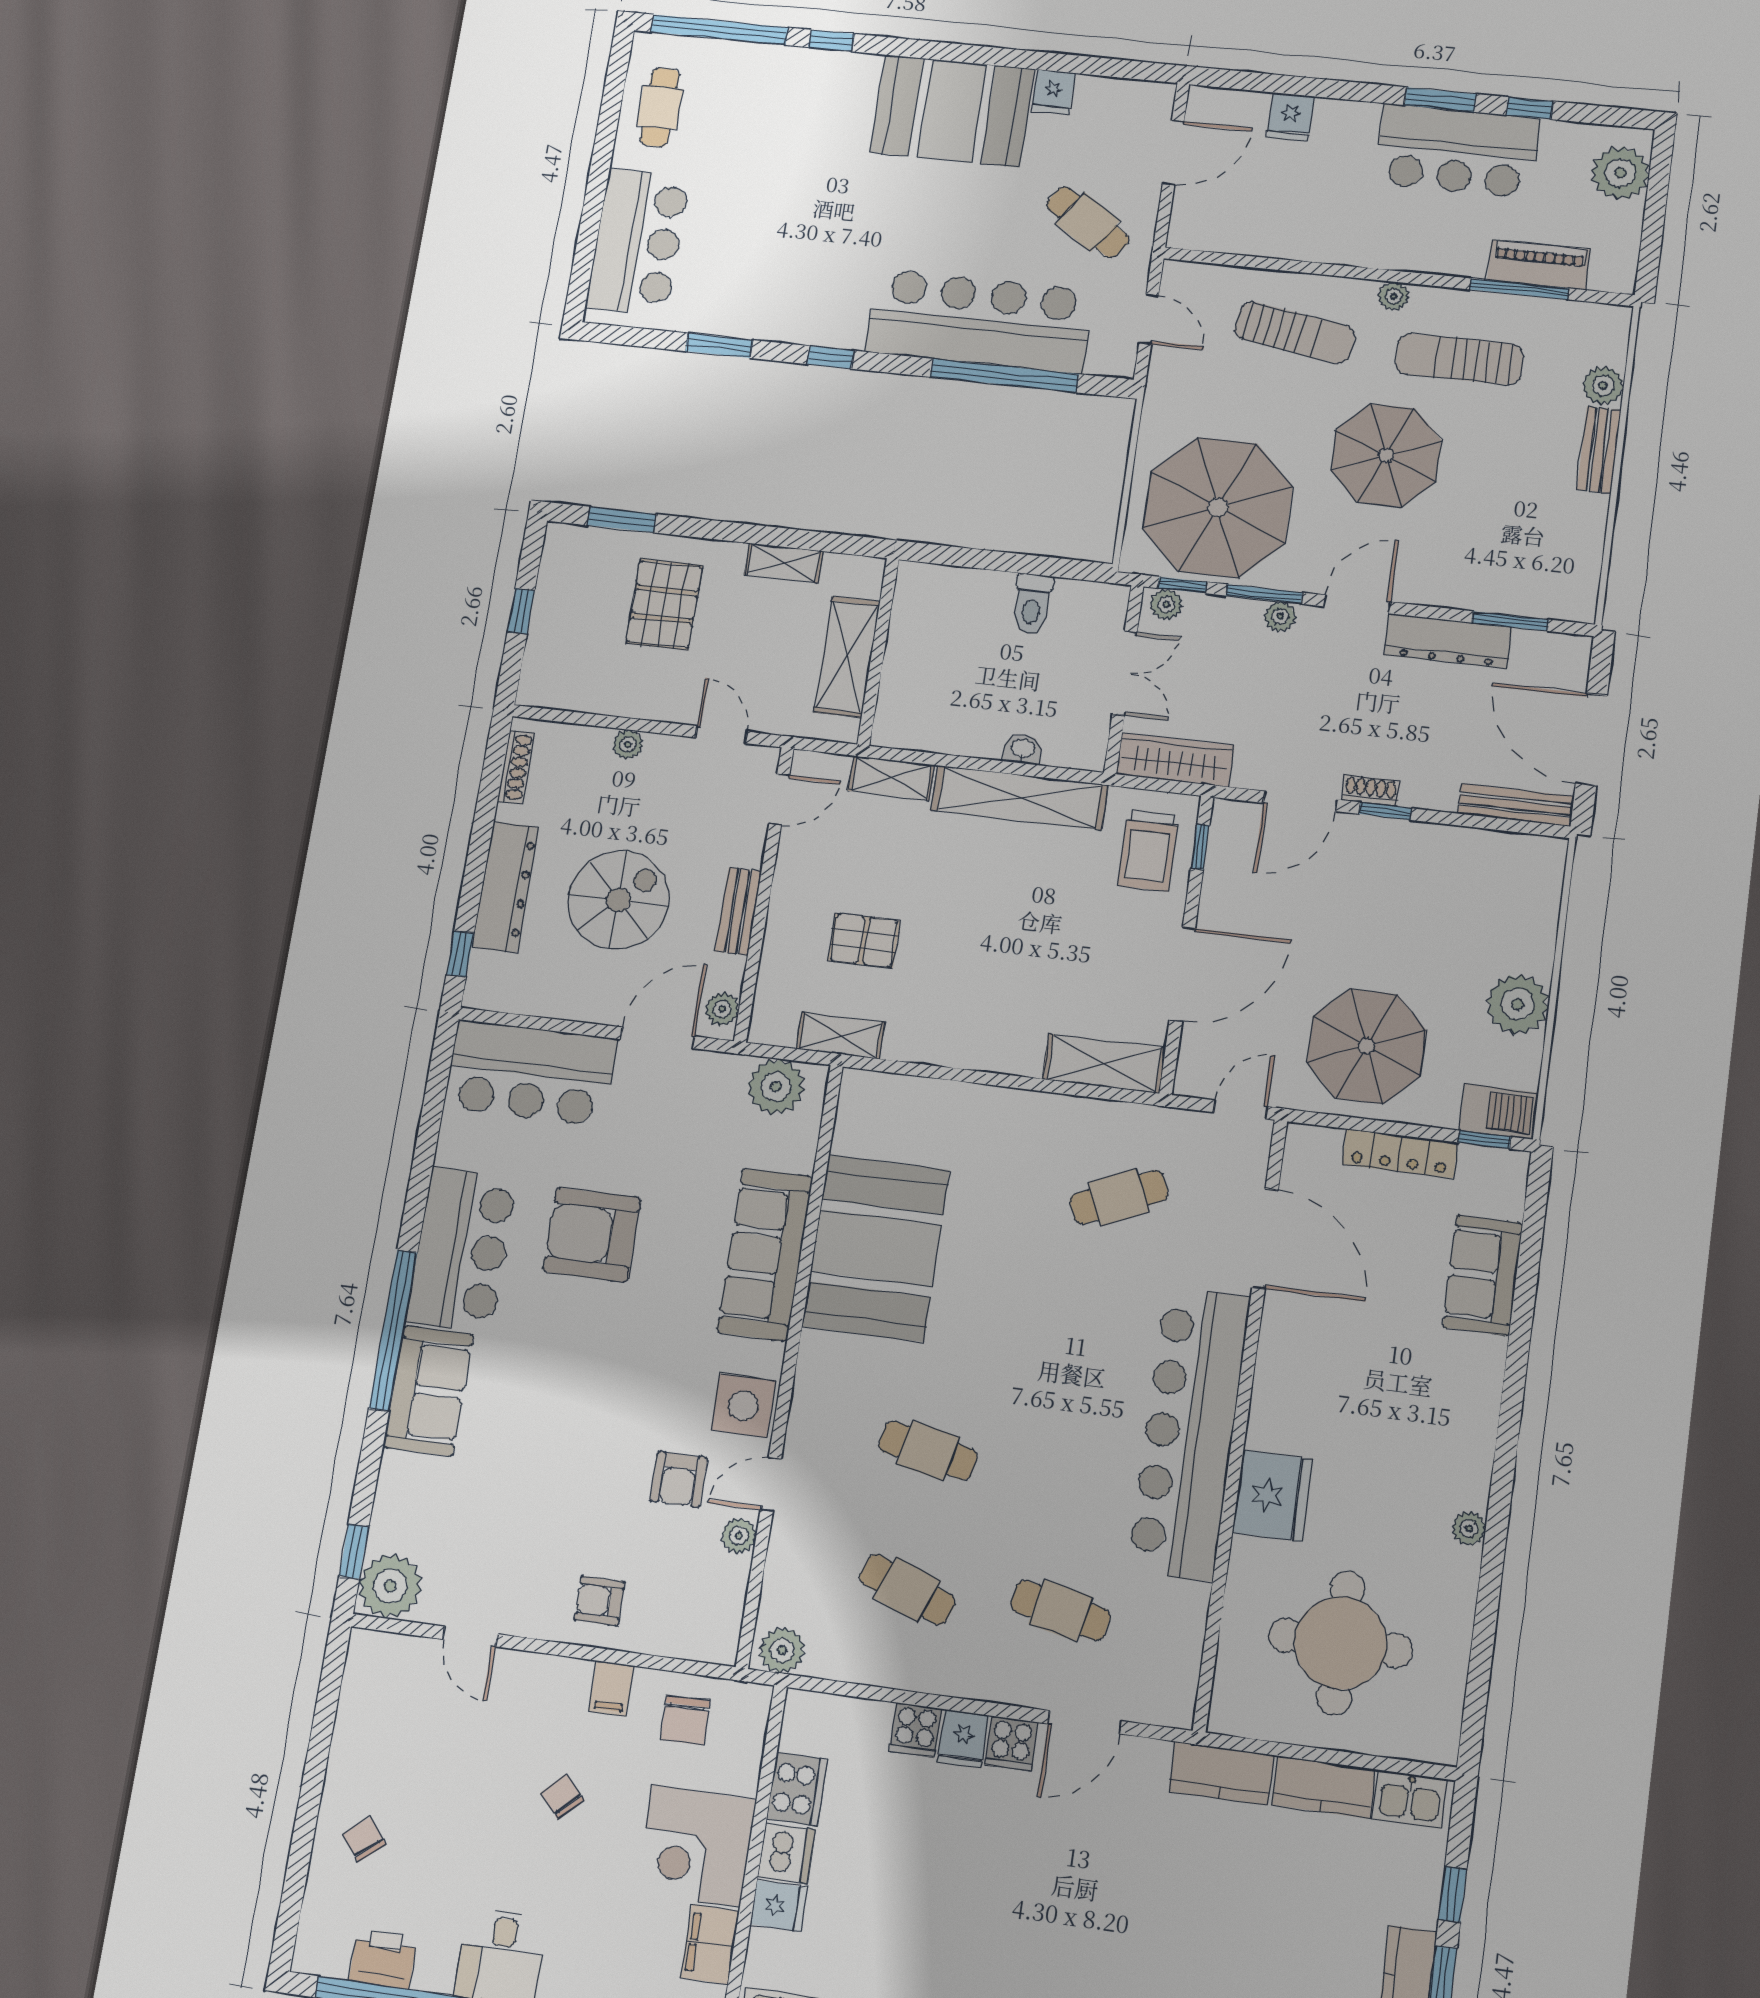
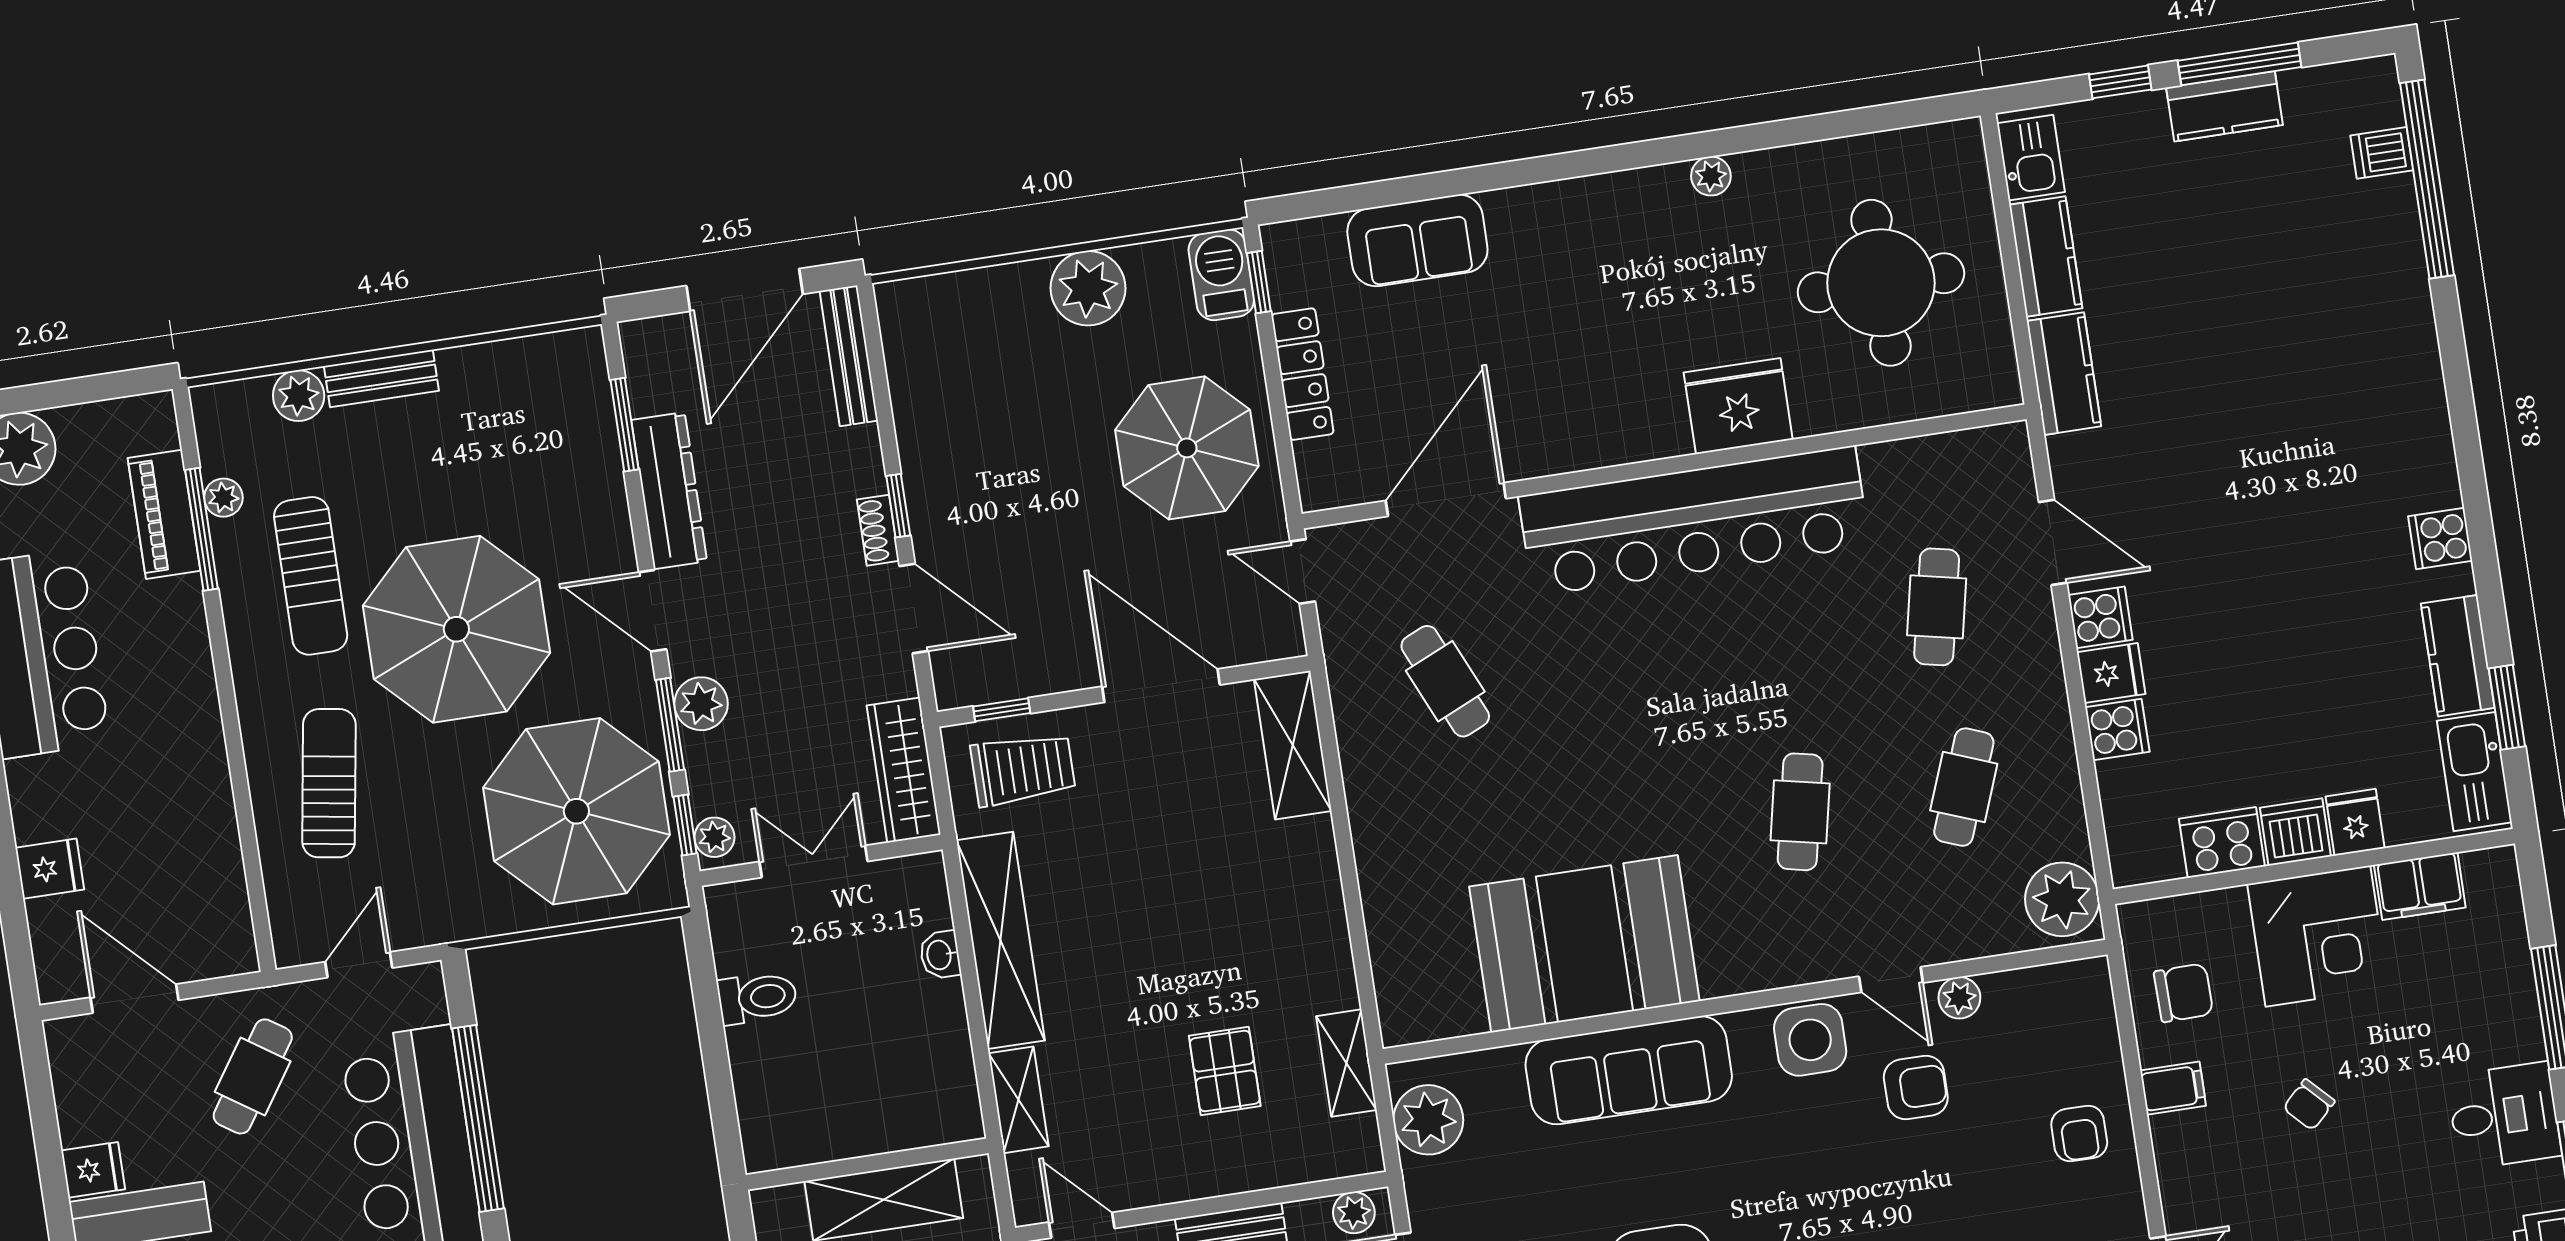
plant: (1394, 296) -> (223, 498), moved
parasol: (1386, 455) -> (456, 629), width x1.36, depth x1.36
plant: (1280, 617) -> (701, 704), width x1.38, depth x1.38
plant: (782, 1650) -> (2062, 899), width x1.36, depth x1.36

